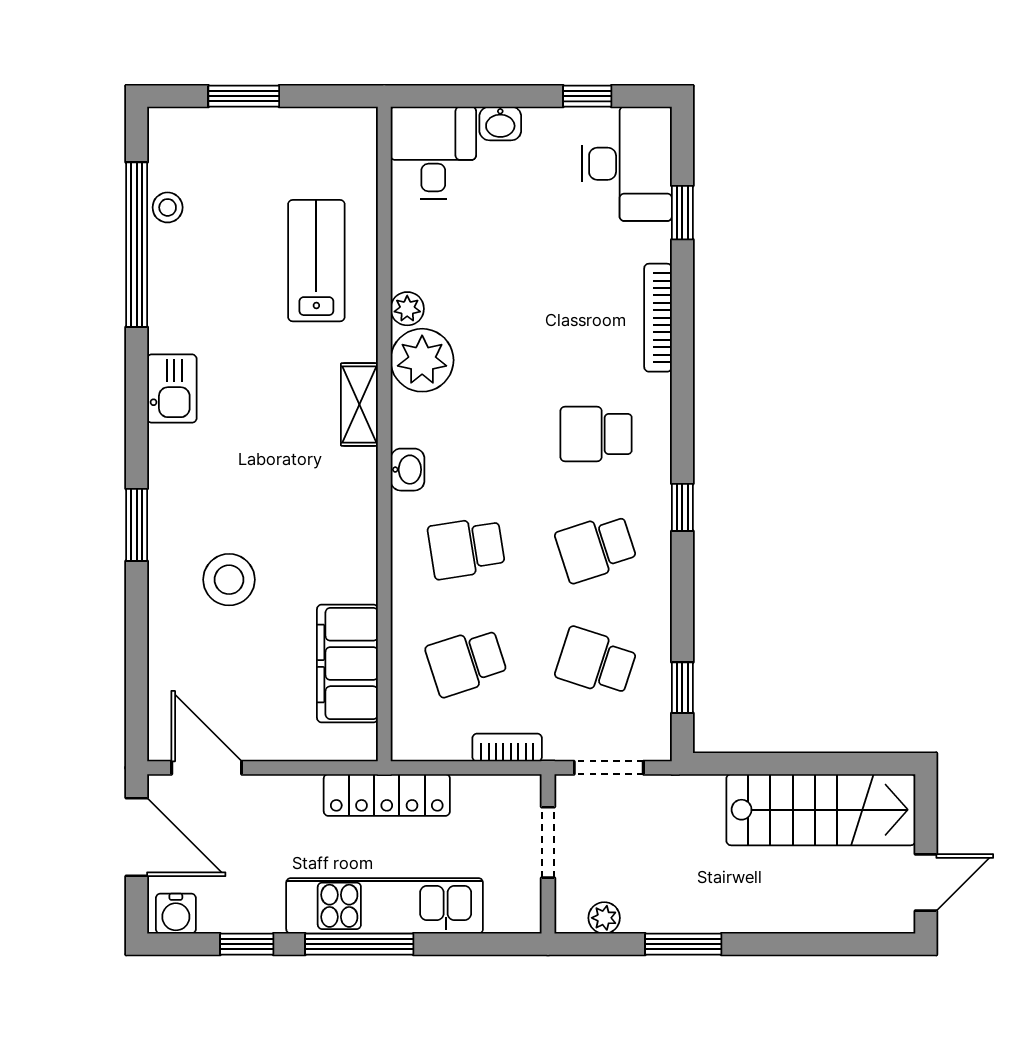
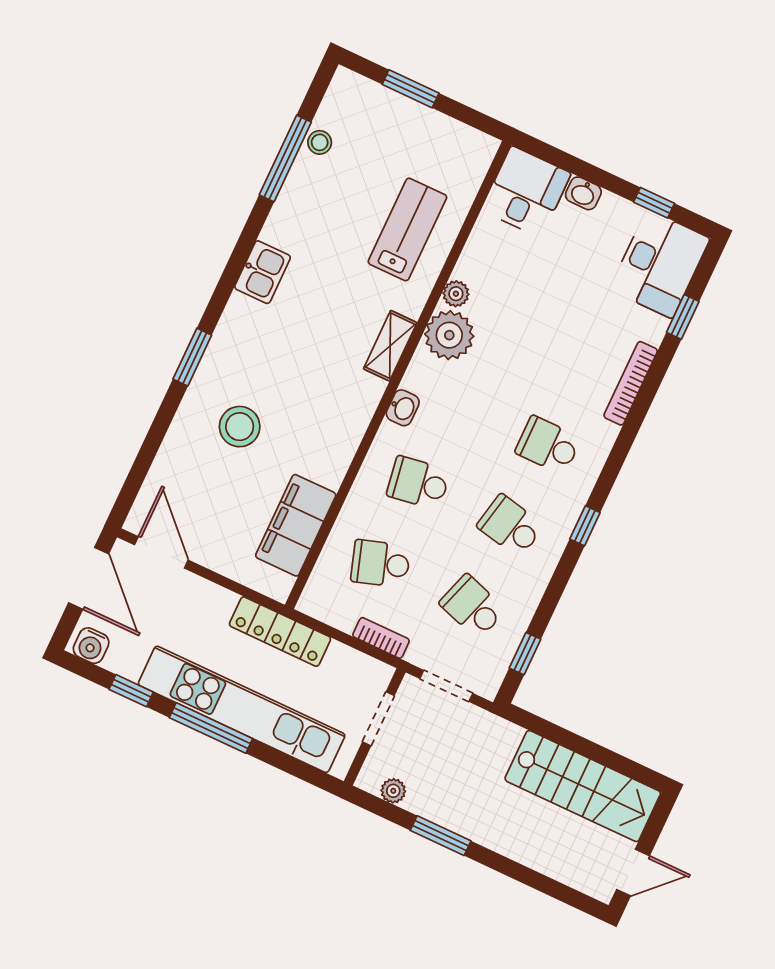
window: (137, 245) -> (285, 158), width x0.68
school desk: (596, 548) -> (510, 526), turned 30
kitchen unit: (385, 906) -> (242, 709), width x1.36

